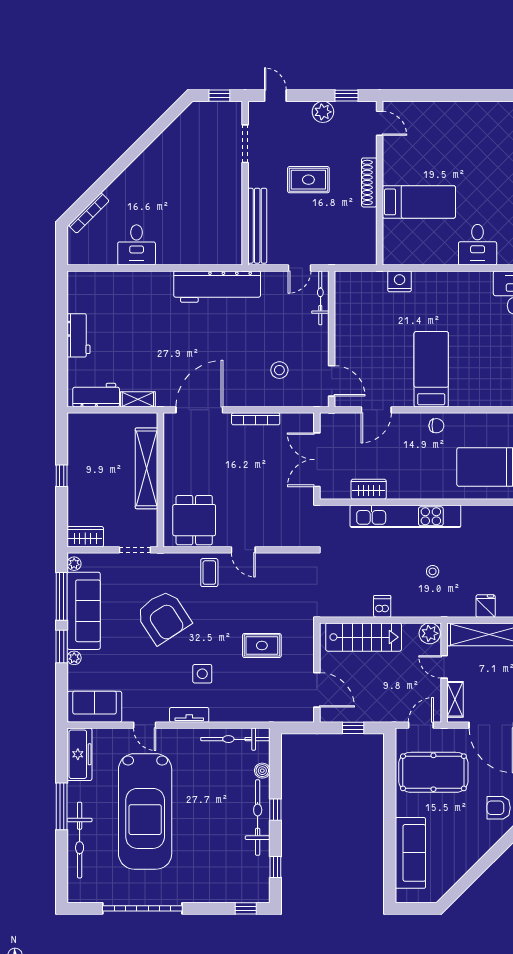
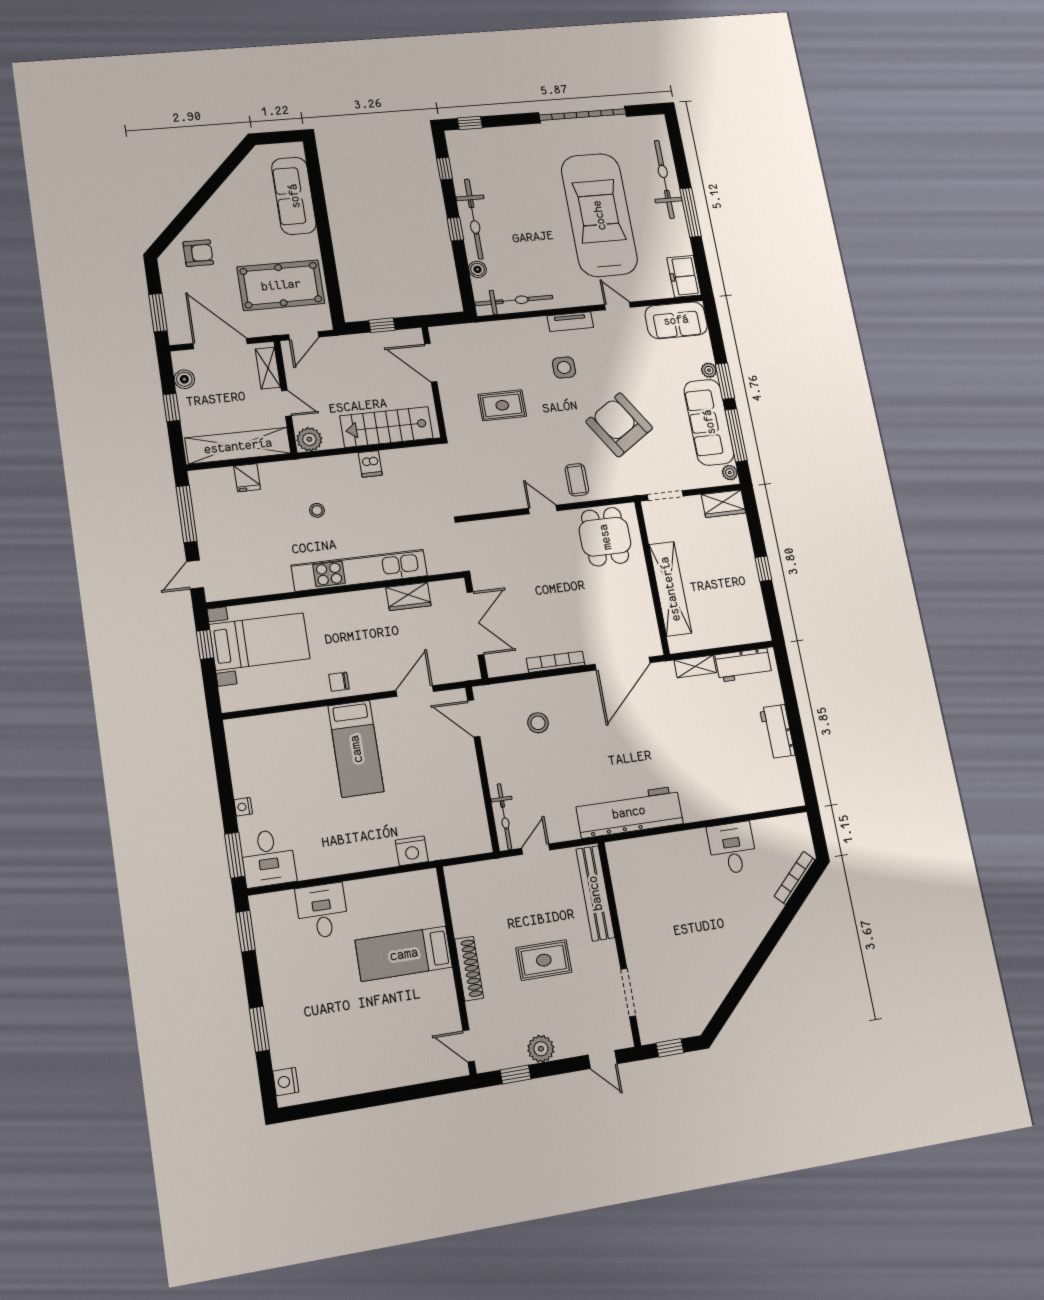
freezer: (79, 754) -> (684, 276), width x0.71

